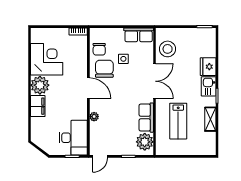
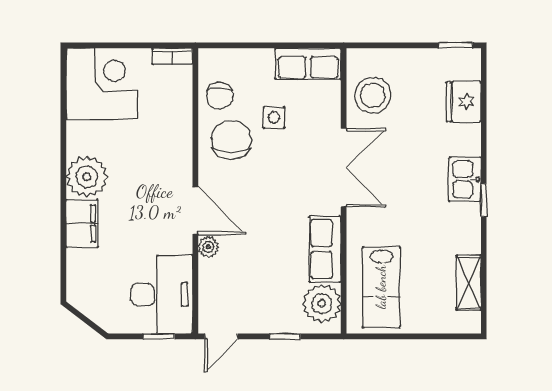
corner desk: (47, 59) -> (102, 84), moved
fridge: (208, 67) -> (464, 102), moved
door: (88, 88) -> (195, 211), moved
shelving: (210, 119) -> (469, 283), moved
lab bench: (178, 121) -> (381, 287), moved

